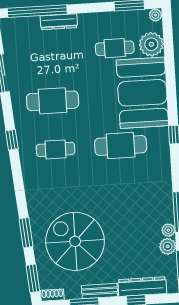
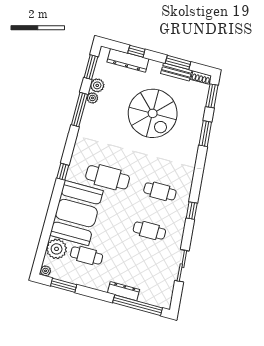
cafe table: (53, 101) -> (149, 231), width x0.73, depth x0.74
spiral stairs: (75, 241) -> (153, 113), moved
bench: (100, 291) -> (176, 72), moved

